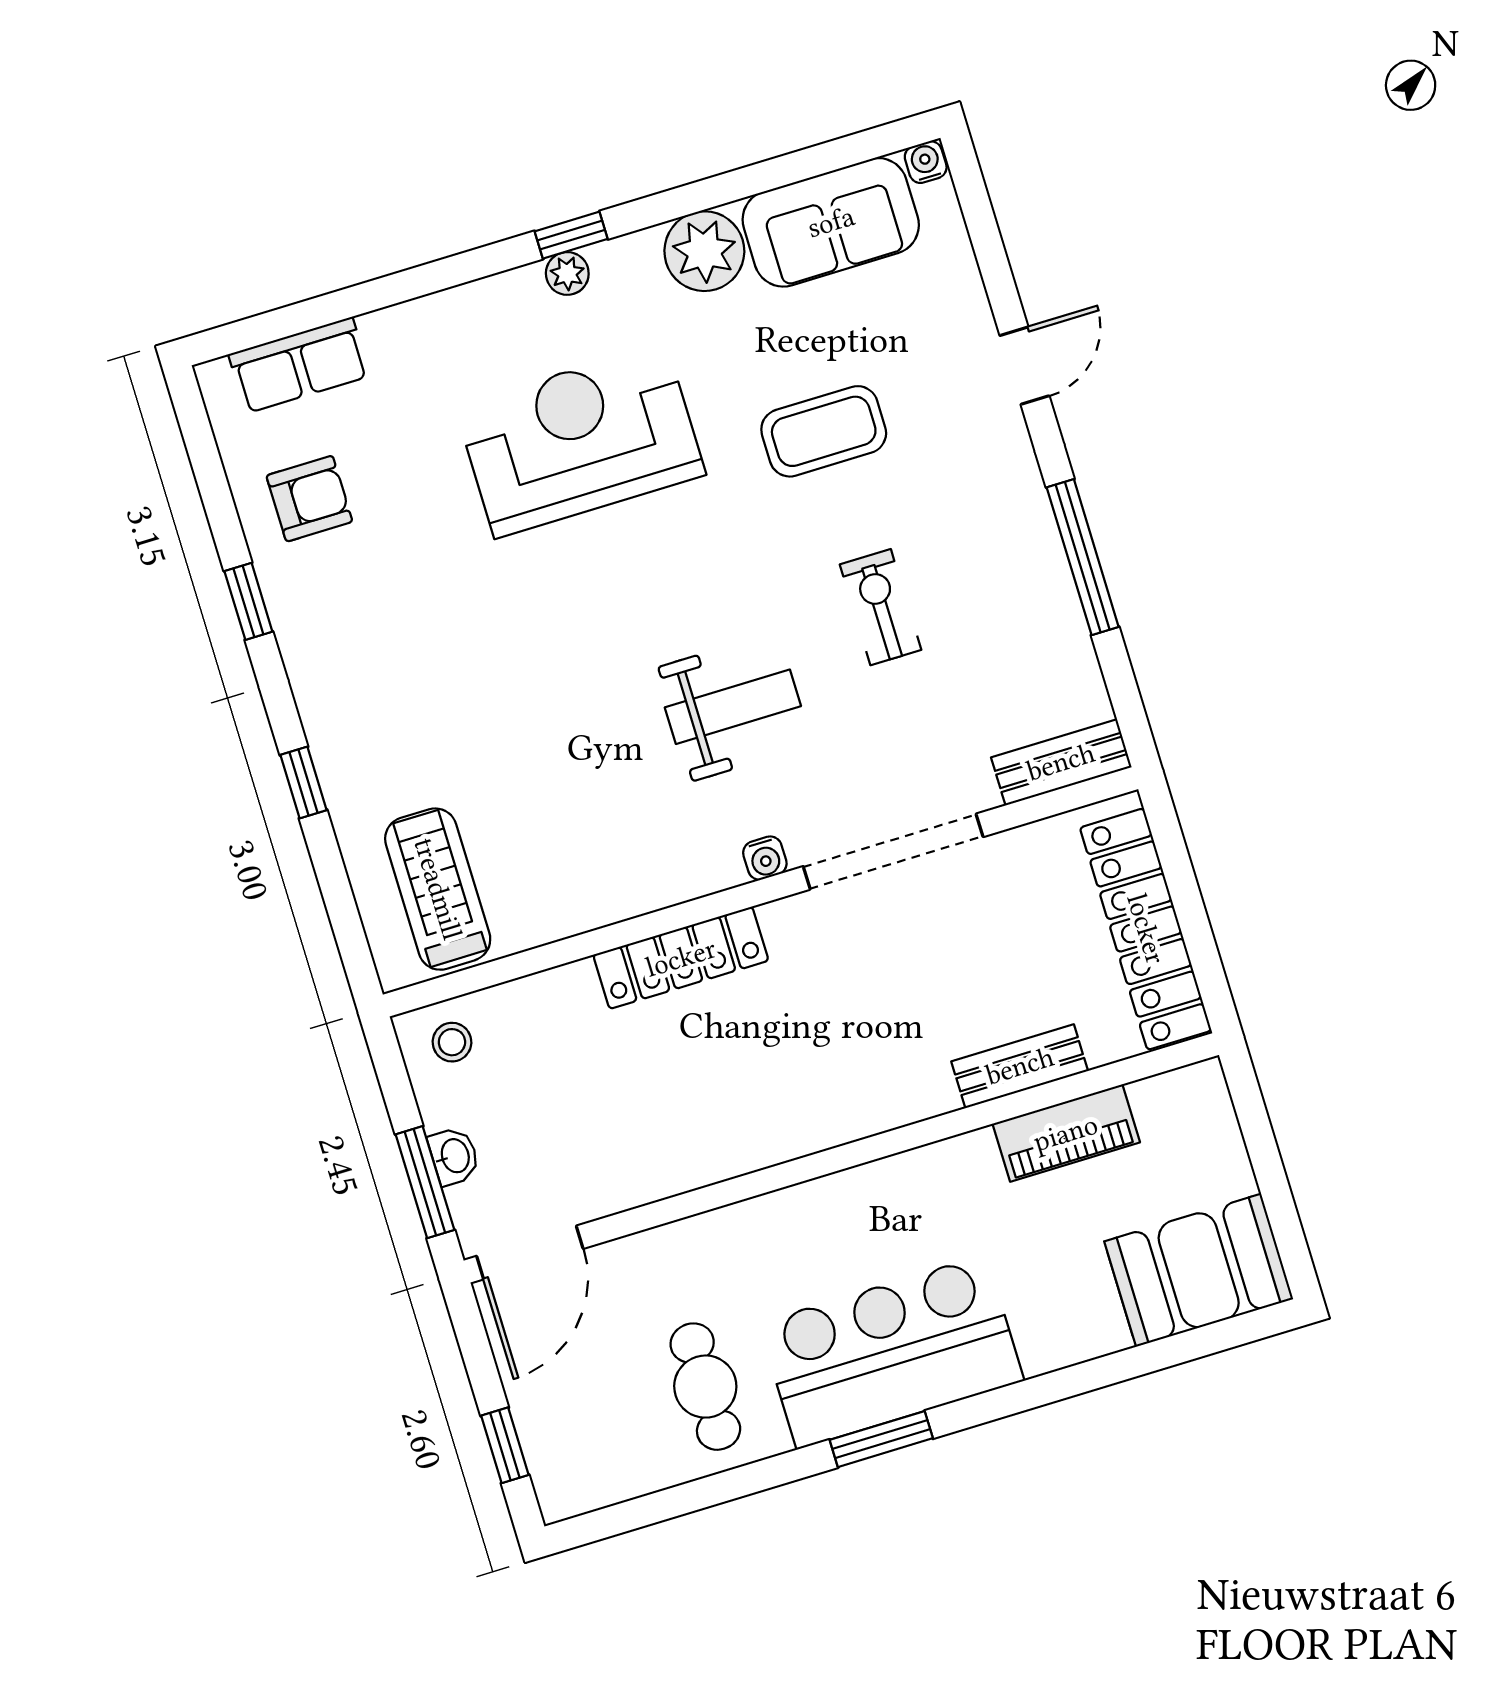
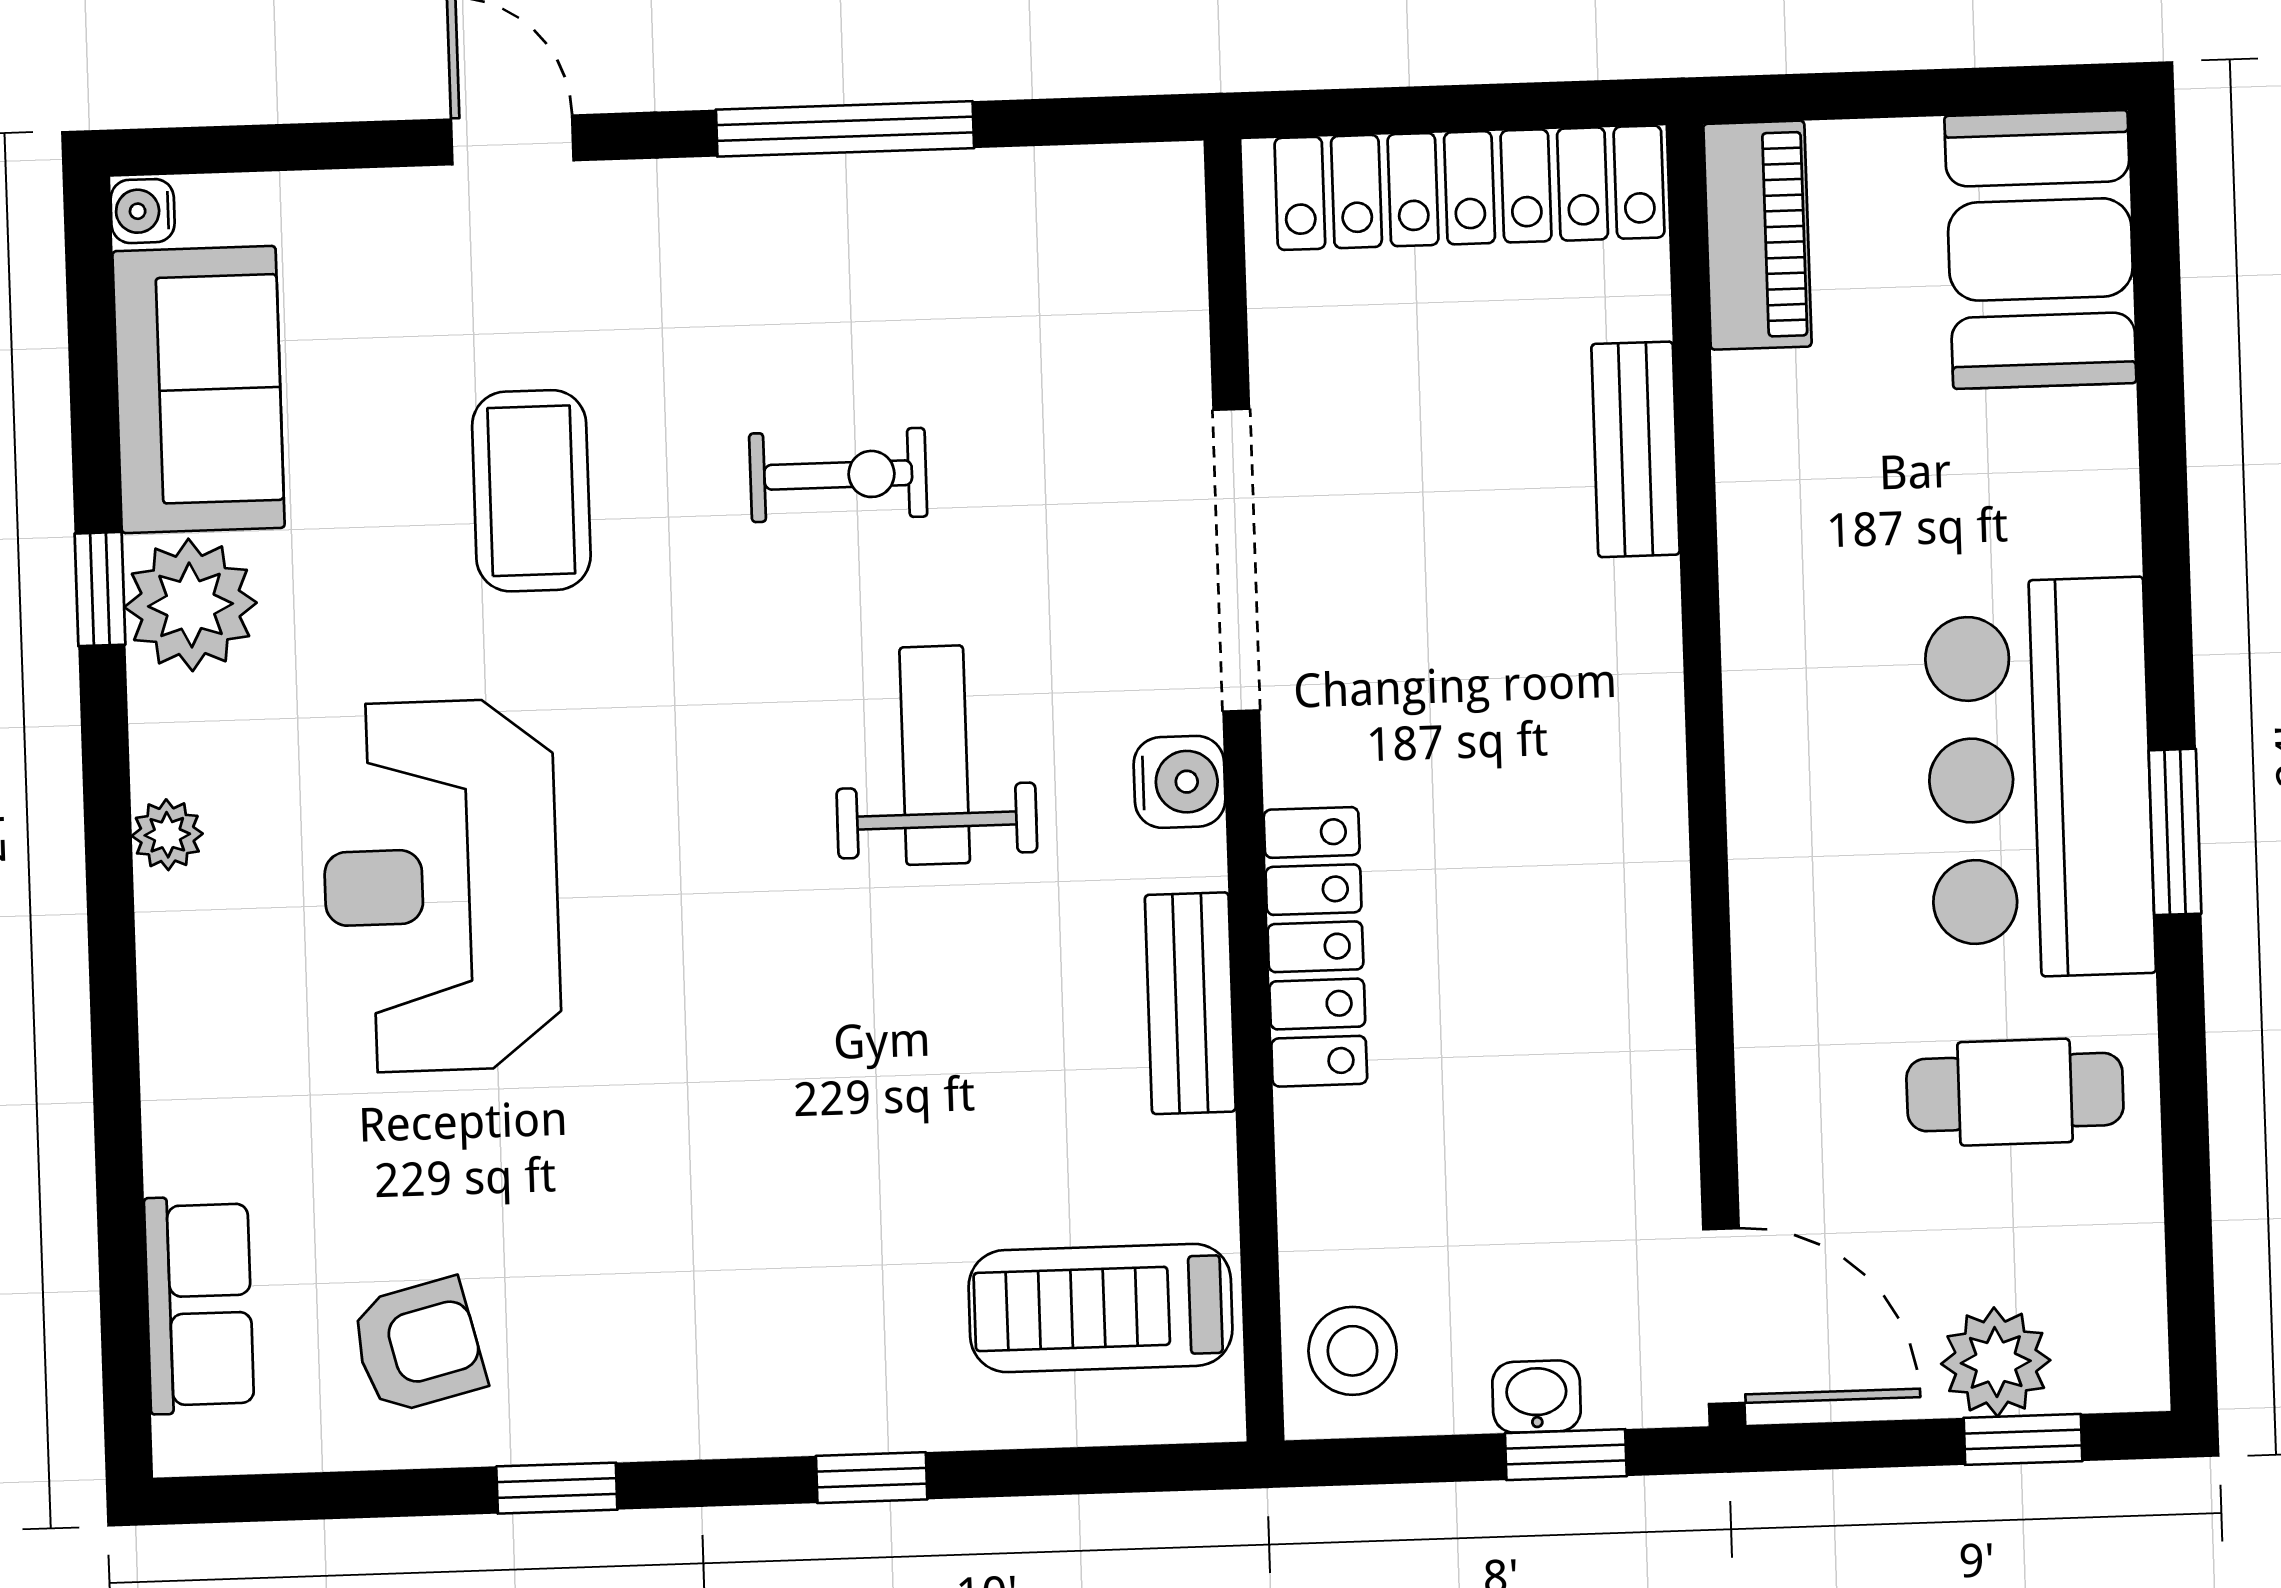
window: (571, 235) -> (100, 589), moved
armchair: (309, 499) -> (418, 1346), turned 76
exercise bike: (881, 607) -> (838, 475), turned 180
bench: (1061, 762) -> (1190, 1003), moved
water cooler: (765, 858) -> (1179, 782), width x1.38, depth x1.38
stool: (452, 1042) -> (1353, 1351), width x1.37, depth x1.37
piano: (1066, 1133) -> (1757, 235), moved
window: (425, 1182) -> (1566, 1455), width x0.67
plant: (546, 1417) -> (1996, 1362), added

